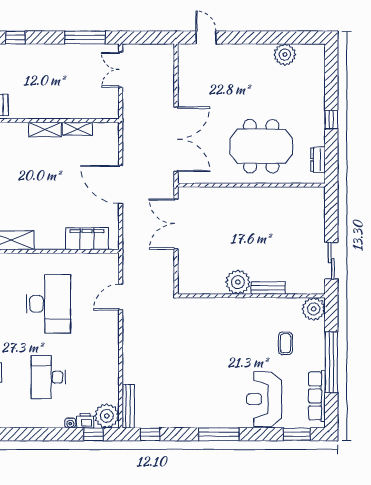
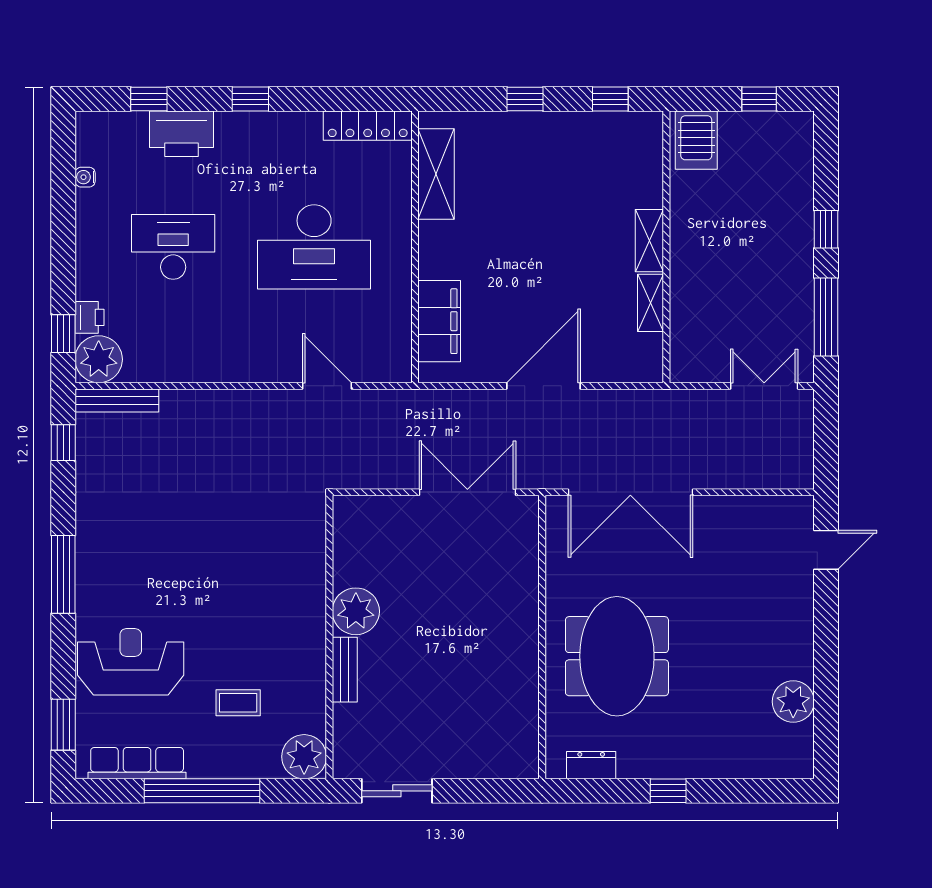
window: (15, 38) -> (826, 229), moved
water cooler: (70, 423) -> (85, 177), moved

